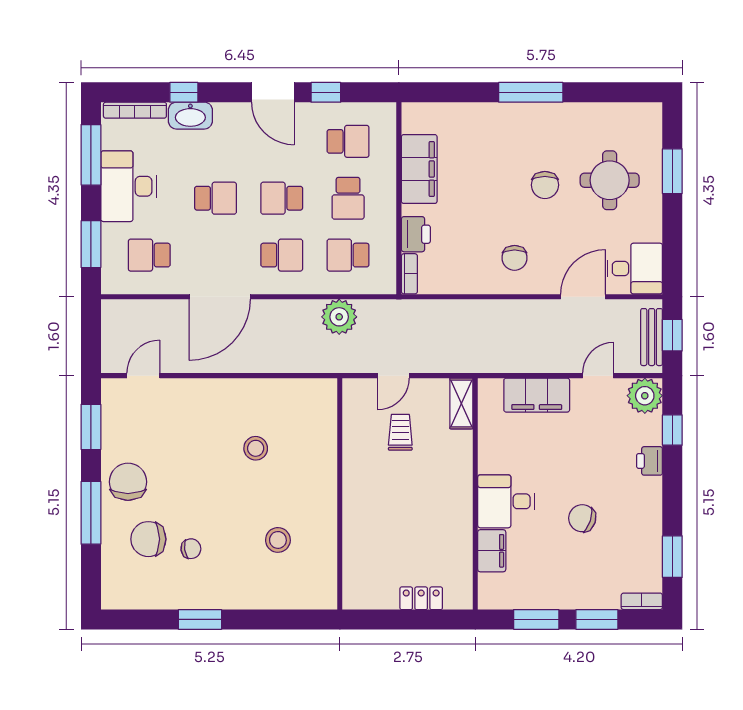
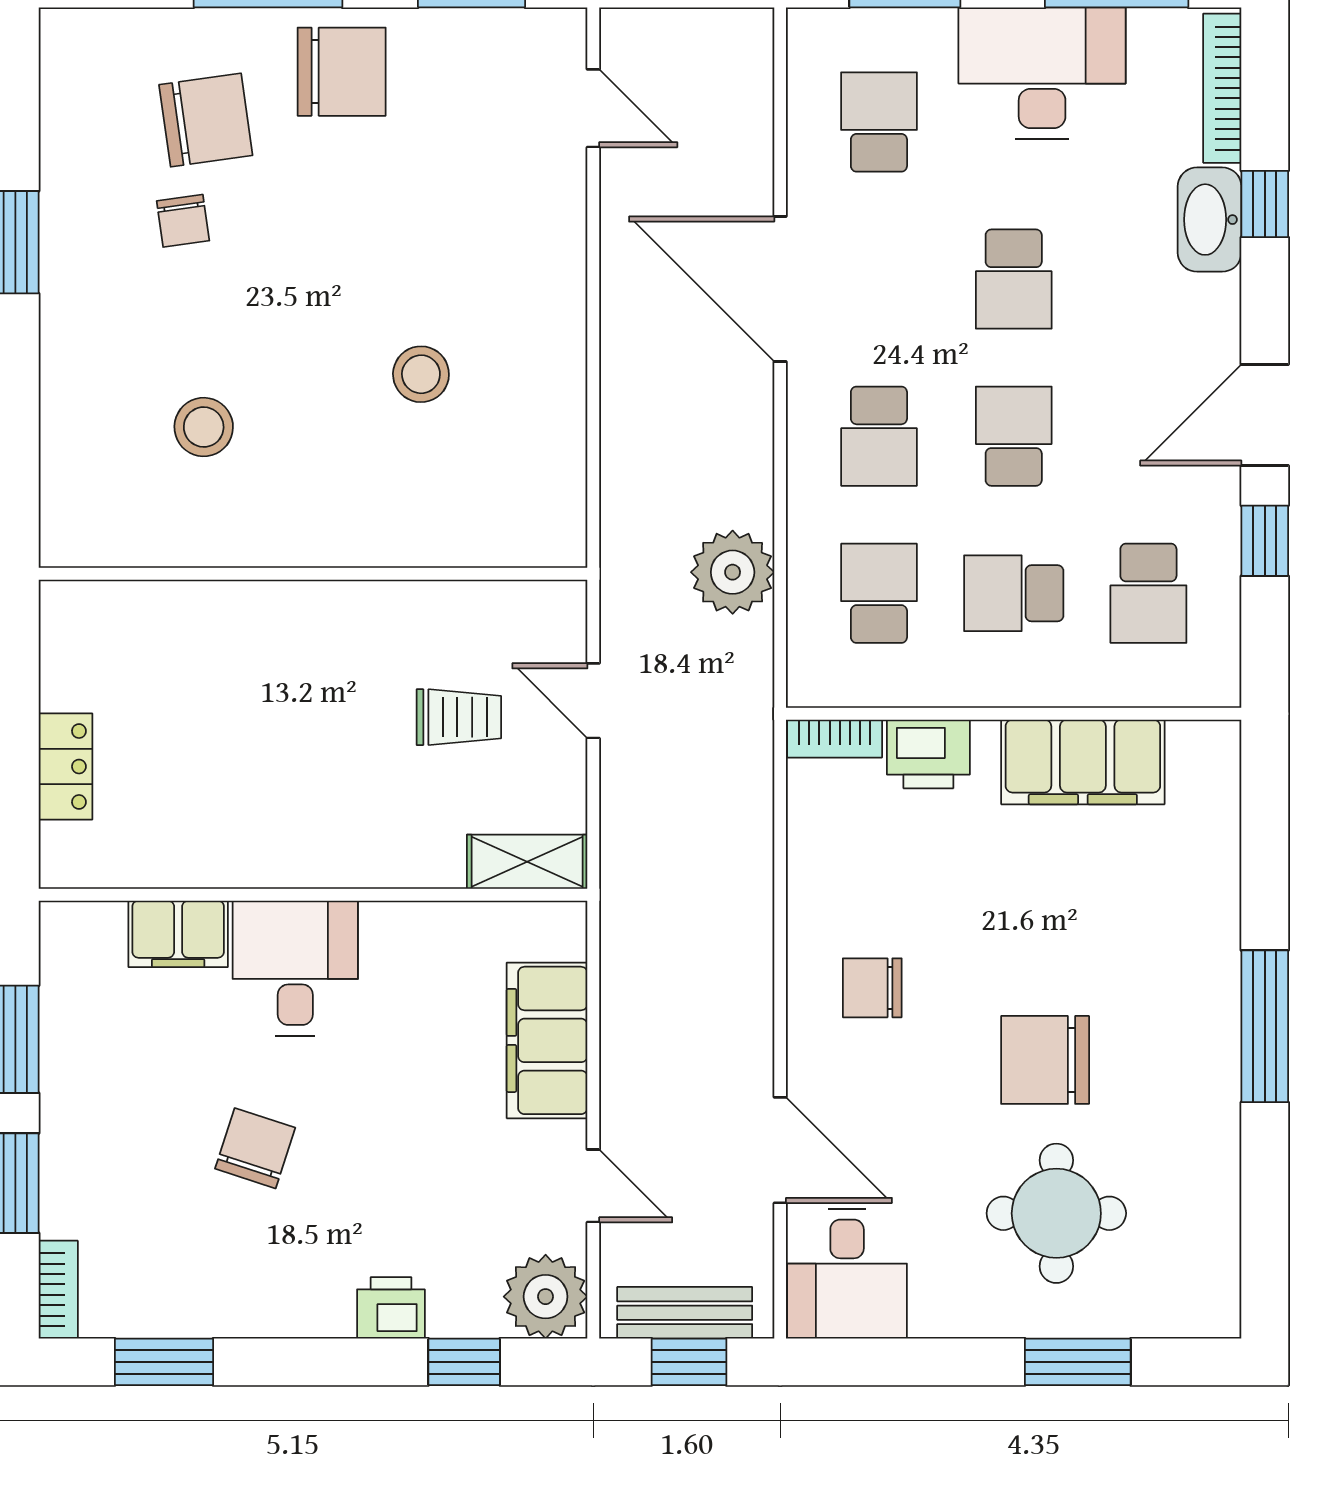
chair: (545, 185) -> (1045, 1060), width x1.37, depth x1.37
chair: (148, 539) -> (206, 120), turned 82

